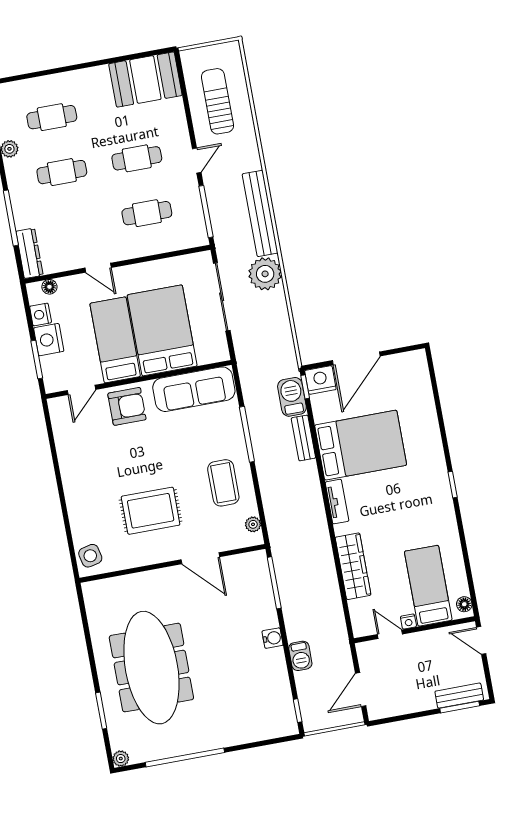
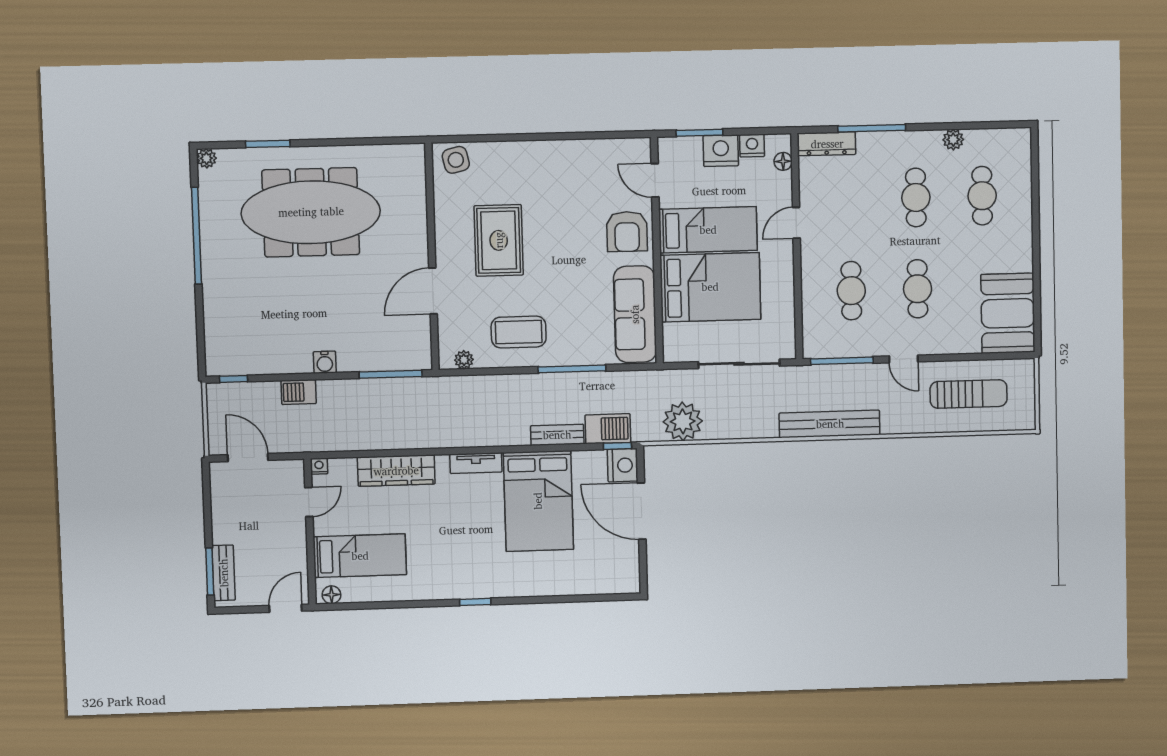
plant: (265, 274) -> (683, 421), moved
nightstand: (408, 622) -> (319, 466), moved, turned 90

